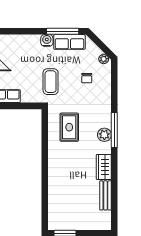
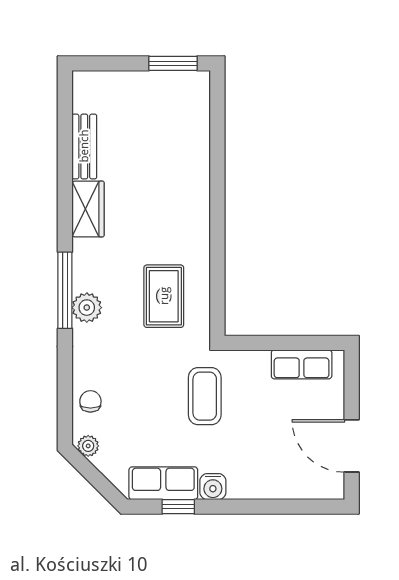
window: (63, 31) -> (178, 507), width x0.46
chair: (87, 78) -> (90, 401), moved
plant: (104, 135) -> (87, 308), moved

